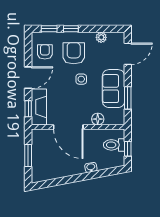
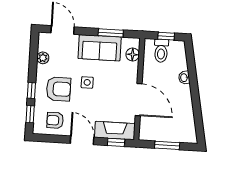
armchair: (74, 53) -> (58, 89), turned 180
floor lamp: (98, 119) -> (133, 54), moved
door: (68, 127) -> (139, 100), hinge flipped

